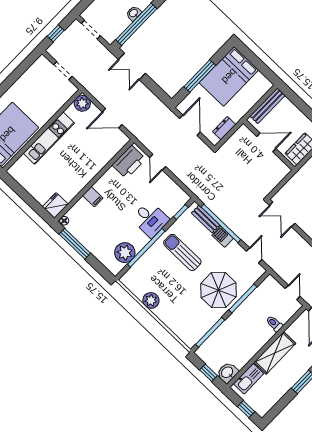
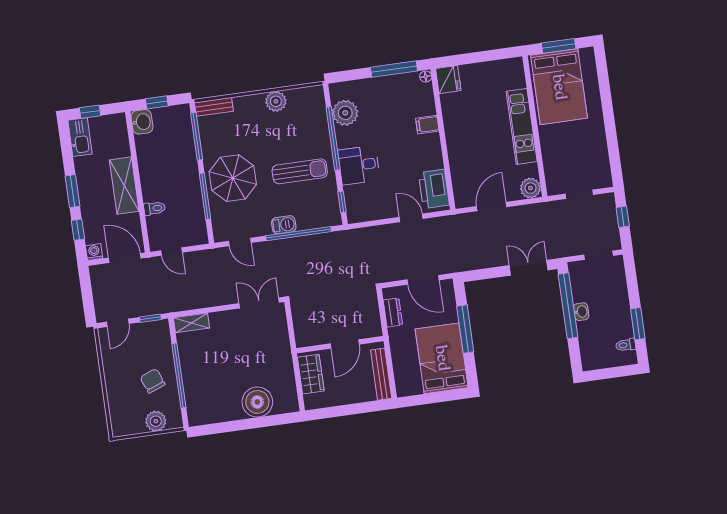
bench: (206, 219) -> (214, 107), moved
kitchen sink: (249, 379) -> (80, 137), moved, turned 180

